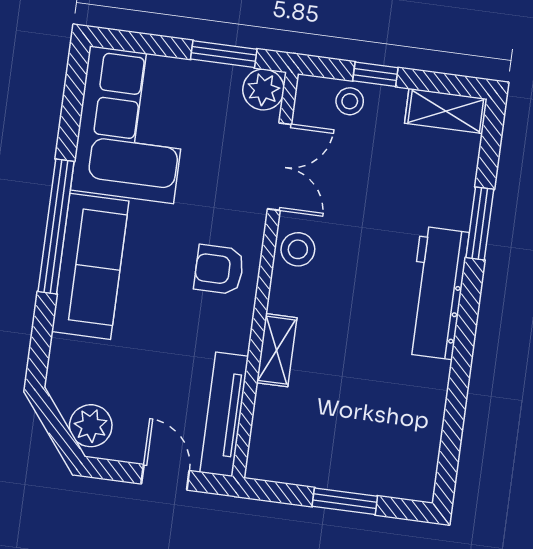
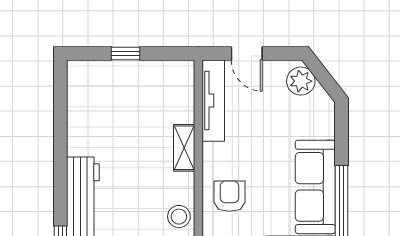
armchair: (219, 269) -> (229, 196), turned -90
window: (345, 501) -> (125, 53), width x0.67

